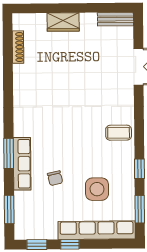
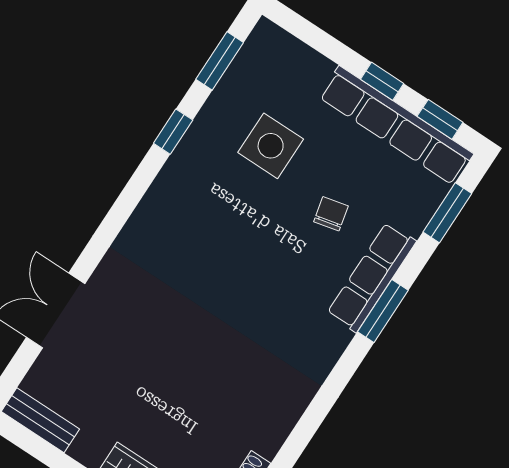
coffee table: (119, 133) -> (167, 219), removed
row of seats: (97, 230) -> (396, 125), moved

